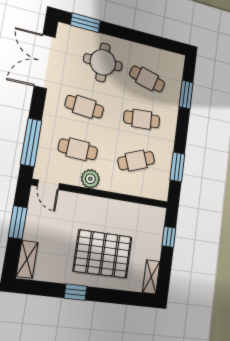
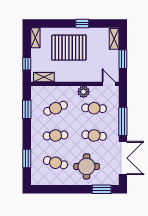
window: (31, 142) -> (123, 121), moved
shelving: (147, 212) -> (44, 77), added

